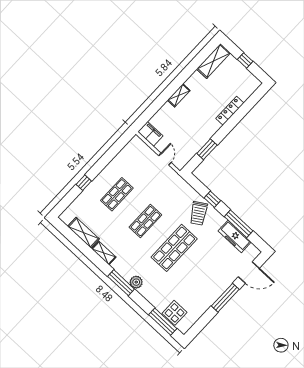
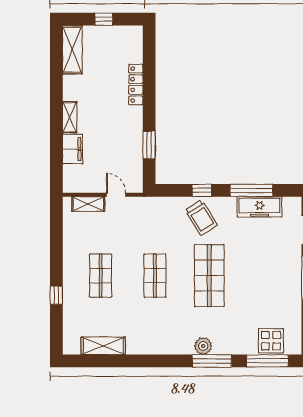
filing cabinet: (150, 134) -> (72, 149), moved, turned 90
shelving: (104, 253) -> (88, 204), moved
window: (121, 283) -> (212, 361), moved

